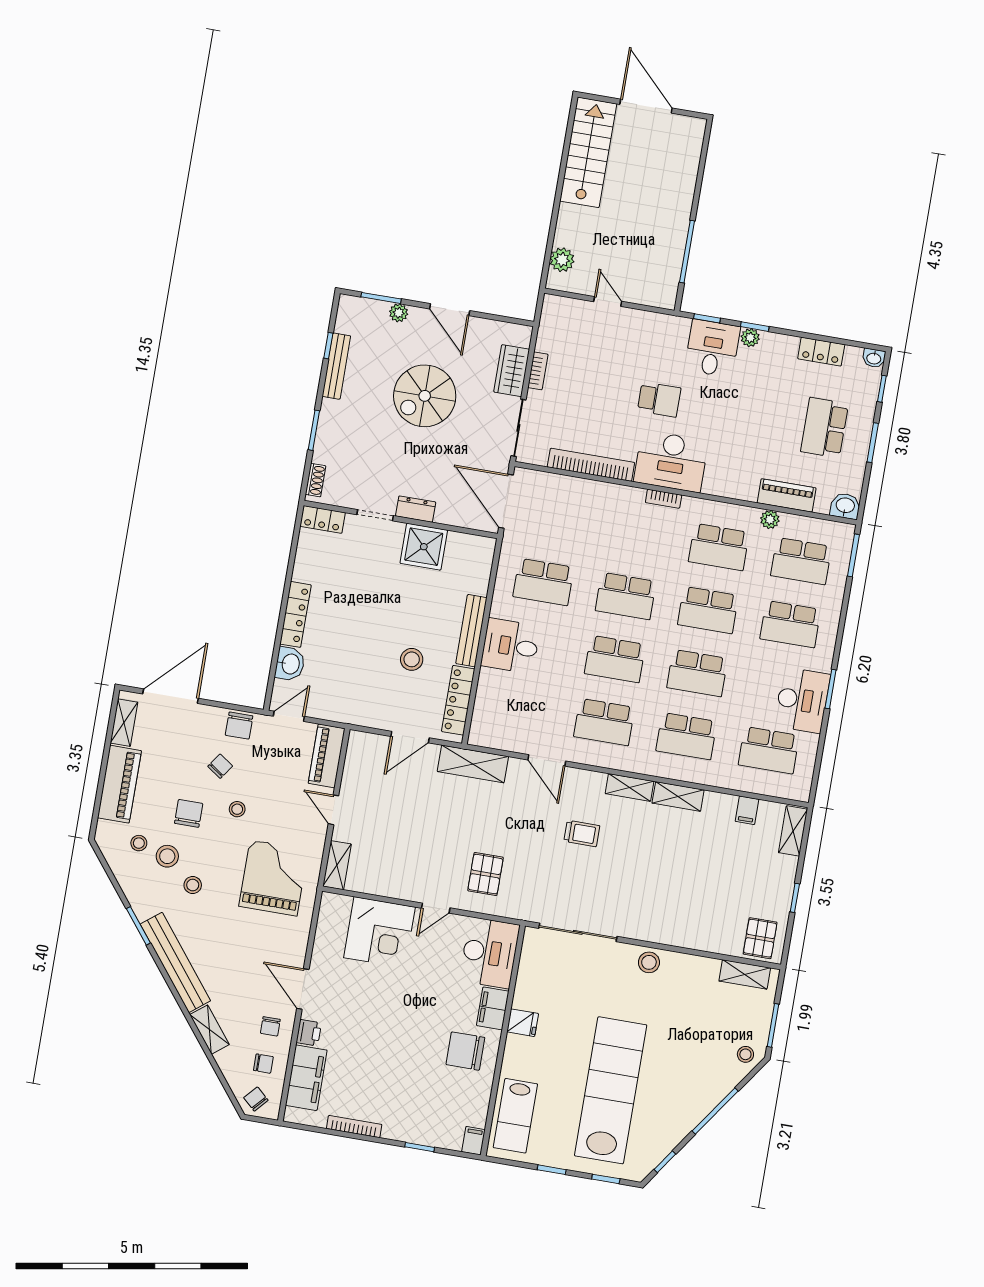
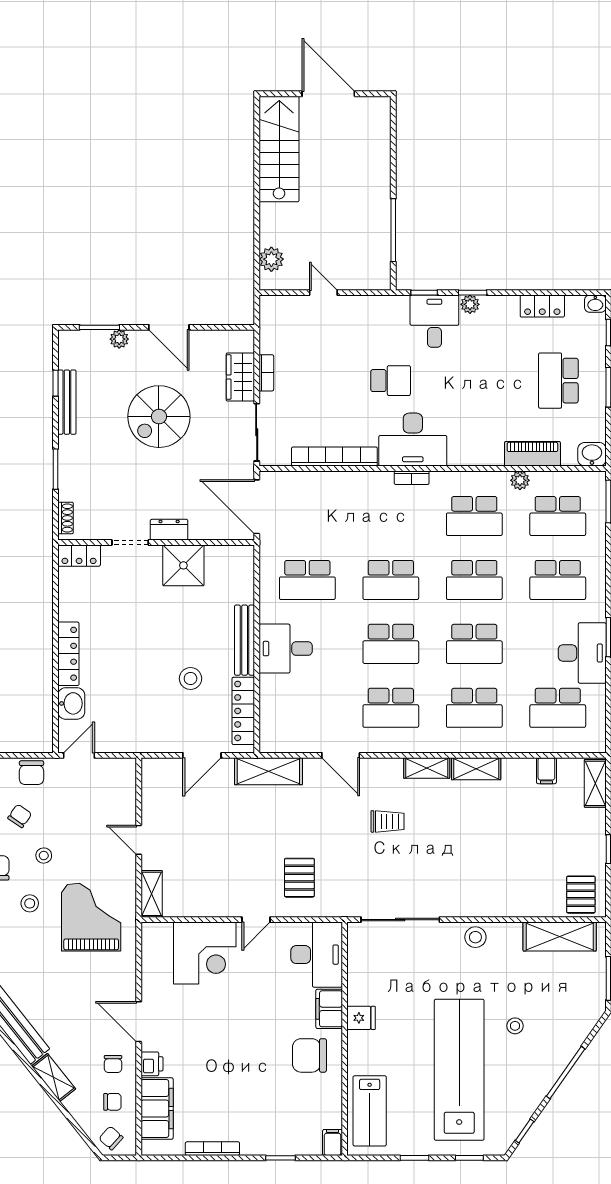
piano: (327, 756) -> (123, 788), removed
stool: (193, 885) -> (30, 903), moved
shelving: (745, 974) -> (560, 936), width x1.50, depth x1.33
stool: (745, 1054) -> (515, 1026), moved

